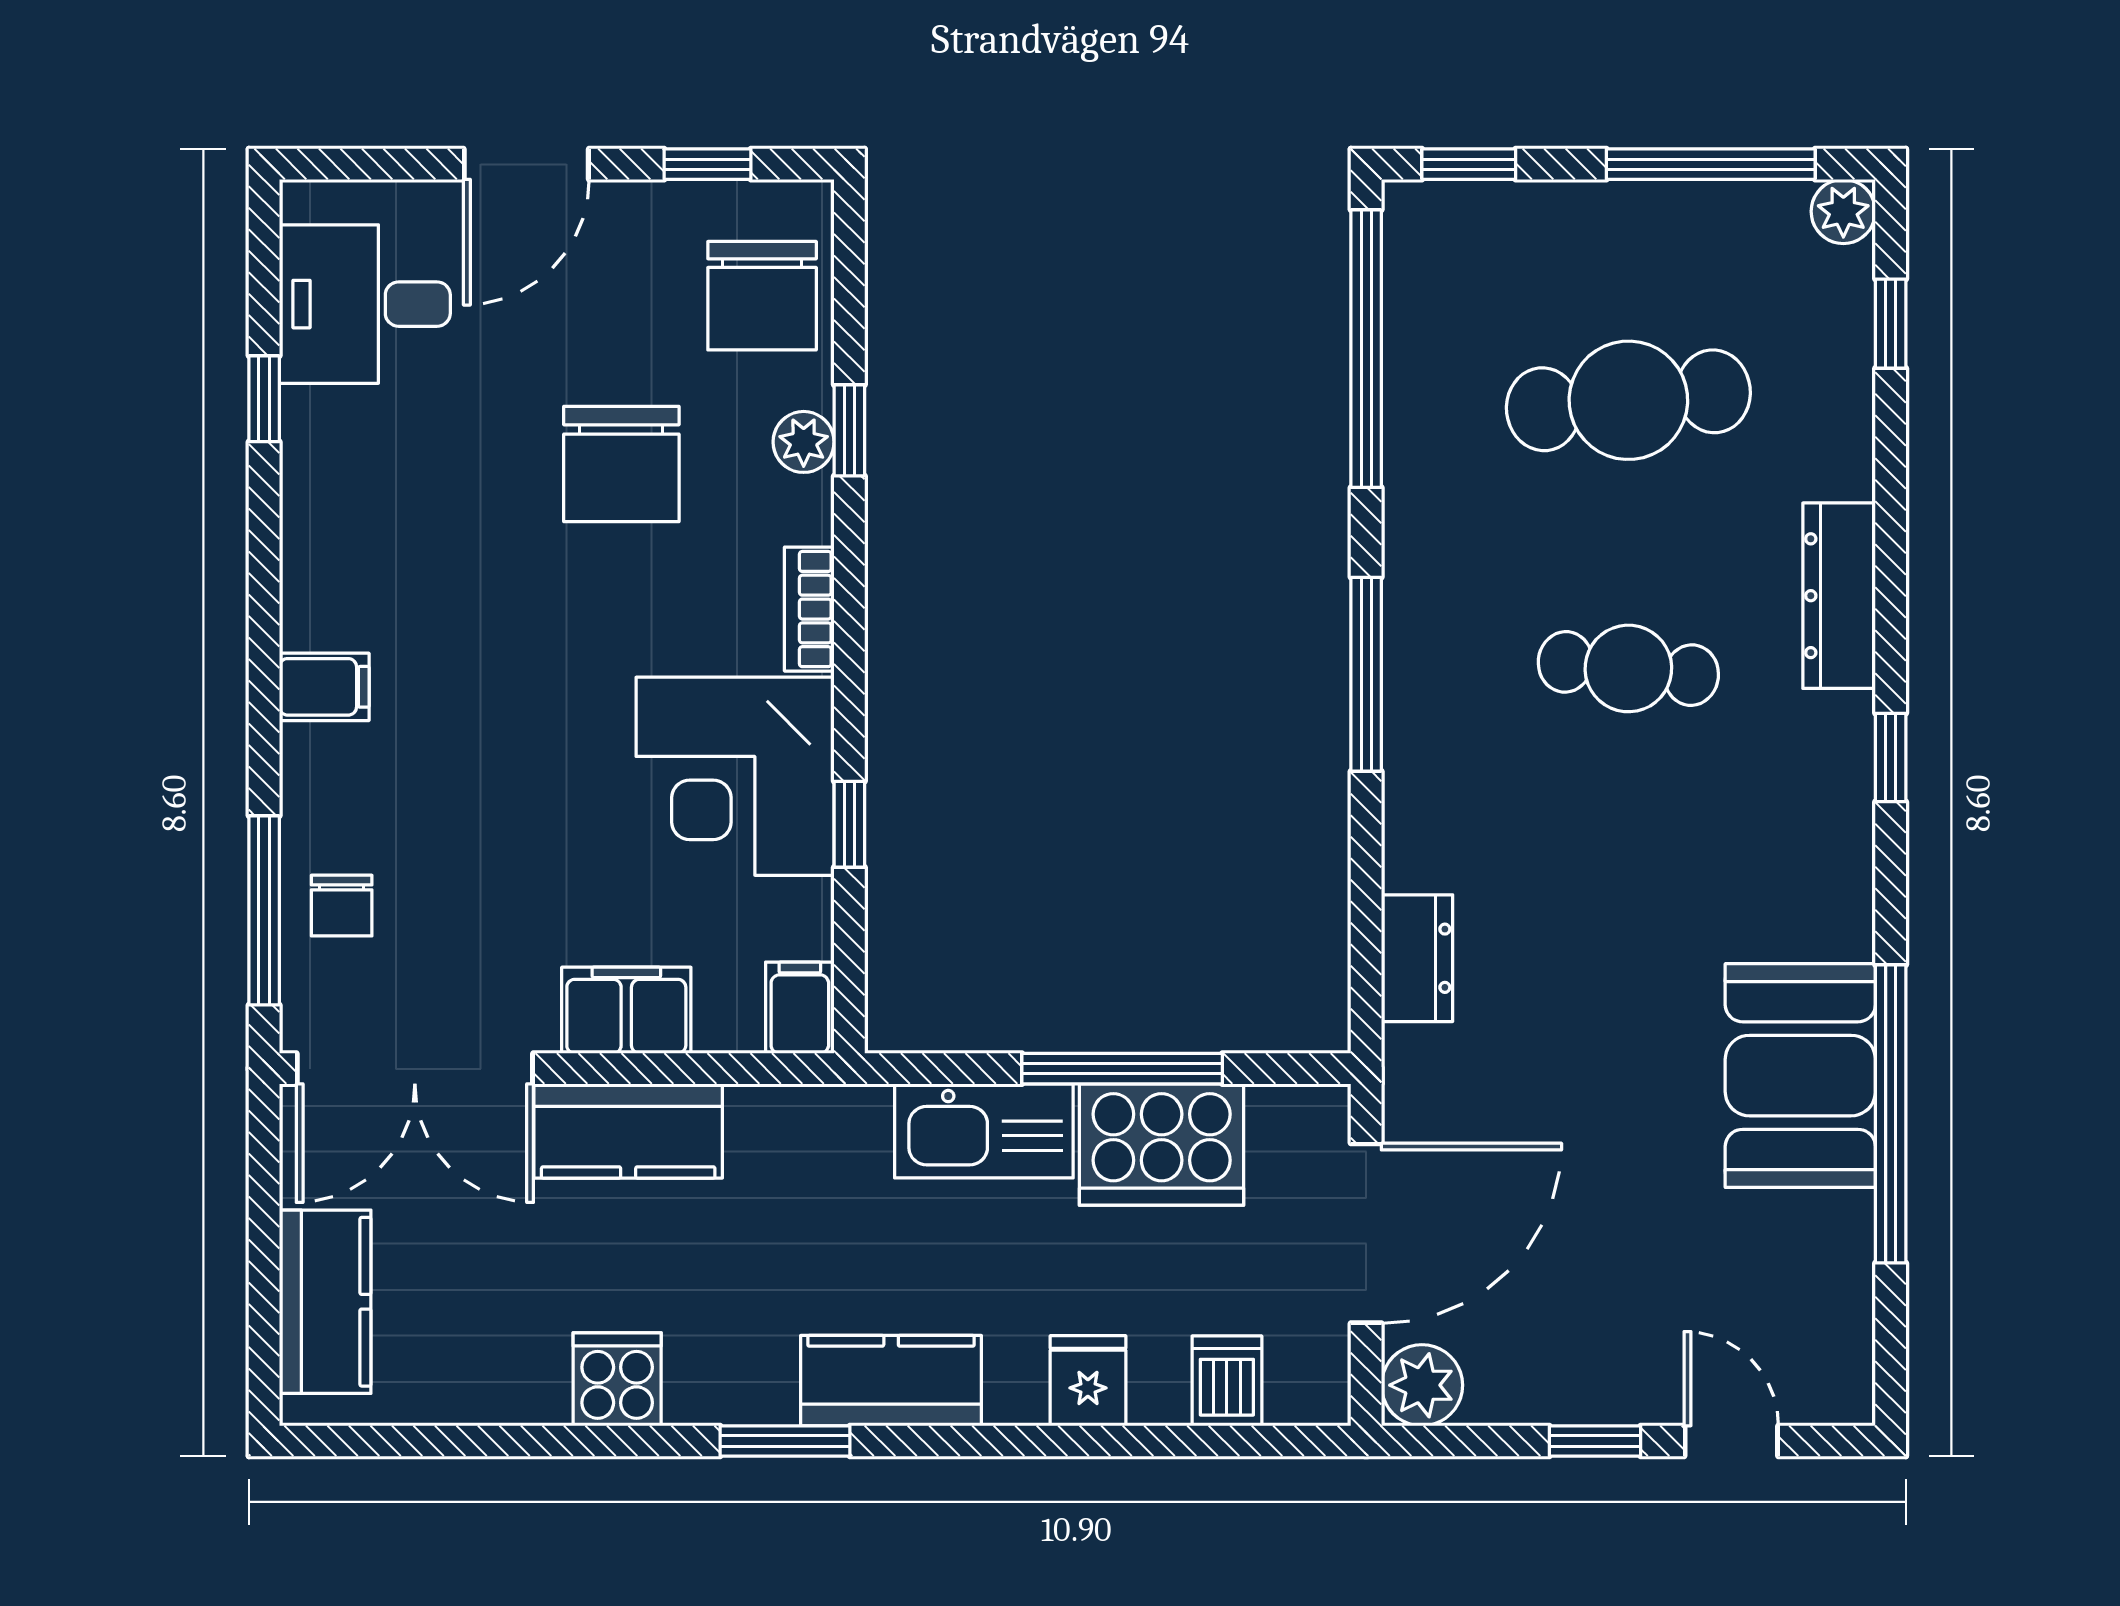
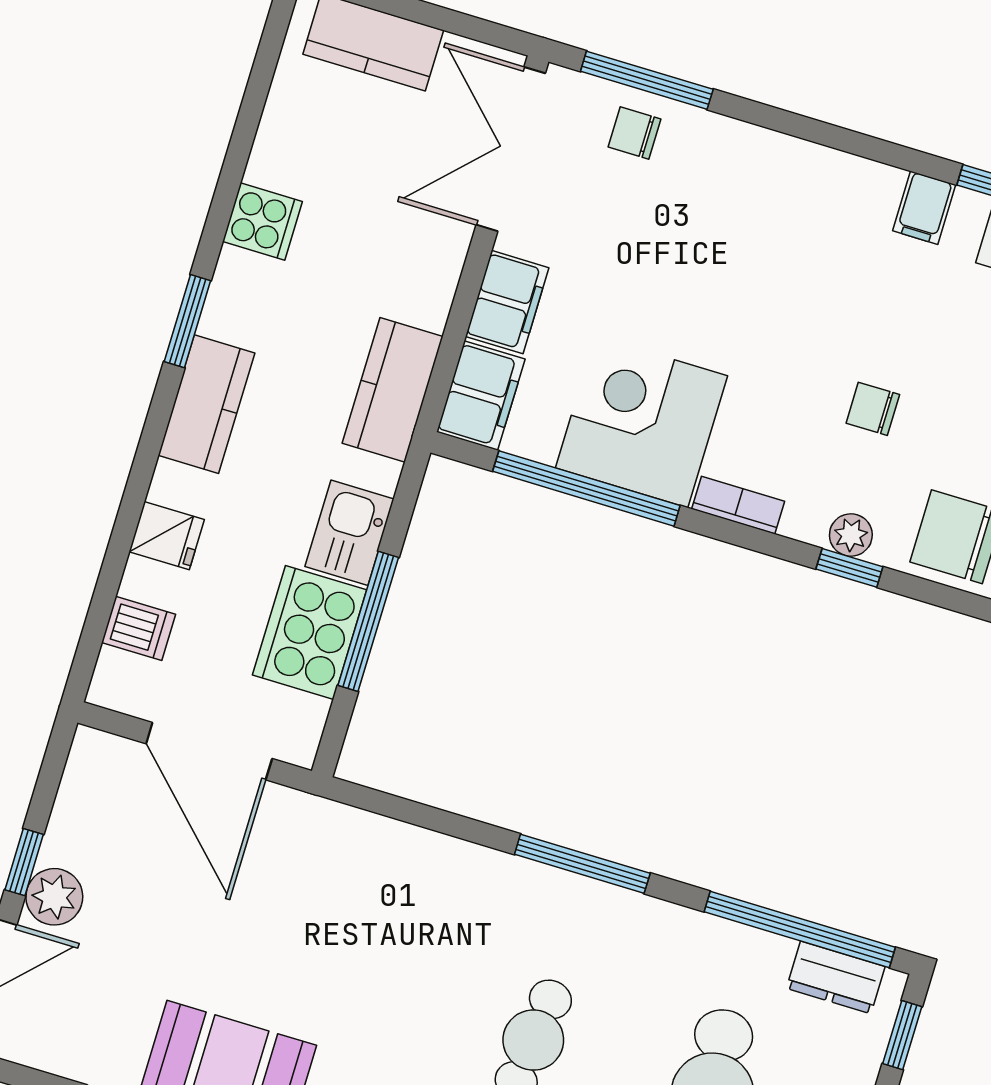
chair: (621, 464) -> (873, 409), width x0.54, depth x0.54
filing cabinet: (324, 687) -> (924, 208), moved
window: (849, 824) -> (586, 488), width x3.17
dresser: (1417, 958) -> (836, 977), moved
filing cabinet: (800, 1008) -> (481, 396), width x2.00
kitchen counter: (628, 1131) -> (393, 390), moved
kitchen sink: (984, 1131) -> (350, 533), width x0.73
plant: (1422, 1385) -> (54, 897), moved

